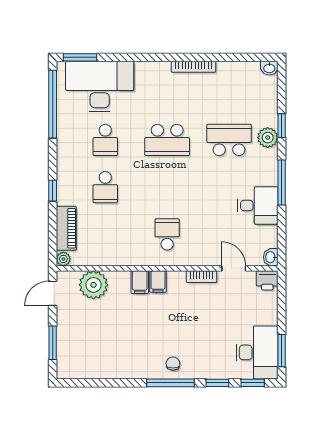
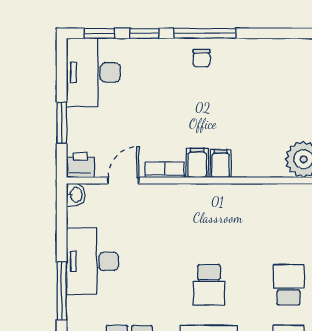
desk: (258, 206) -> (93, 261), width x1.37
school desk: (167, 234) -> (209, 285), moved
door: (234, 268) -> (123, 181), swing flipped
filing cabinet: (140, 282) -> (197, 163), moved
window: (282, 351) -> (62, 123), moved

